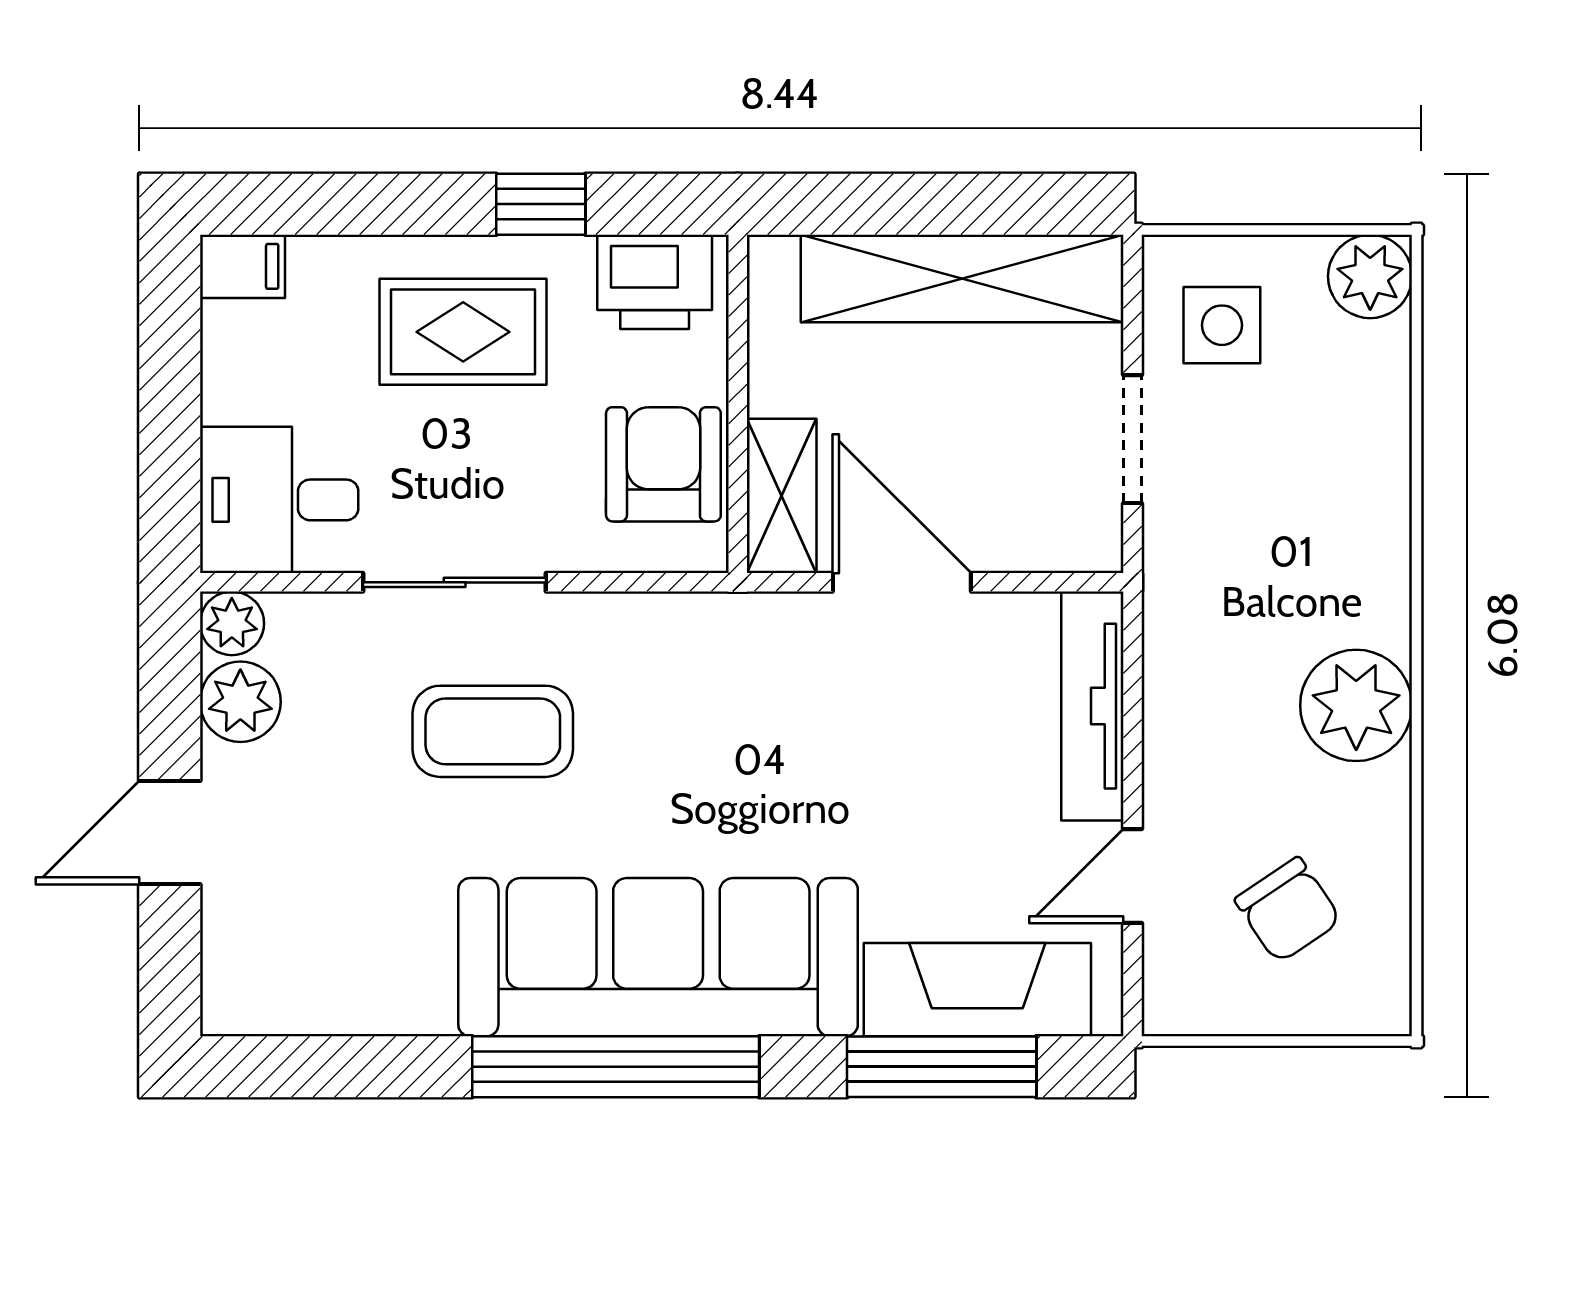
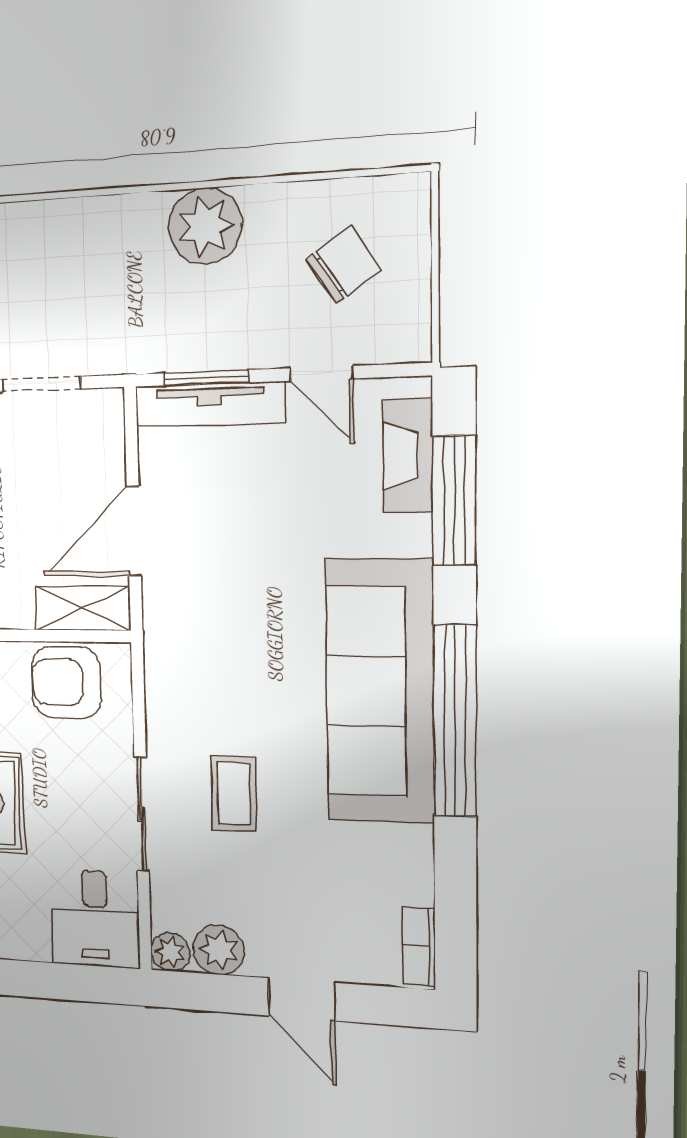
window: (1133, 702) -> (206, 378), added
coffee table: (493, 731) -> (234, 794), width x0.73, depth x0.77
fireplace: (977, 990) -> (408, 456), width x0.73, depth x0.76
bookcase: (267, 1012) -> (419, 946), added

